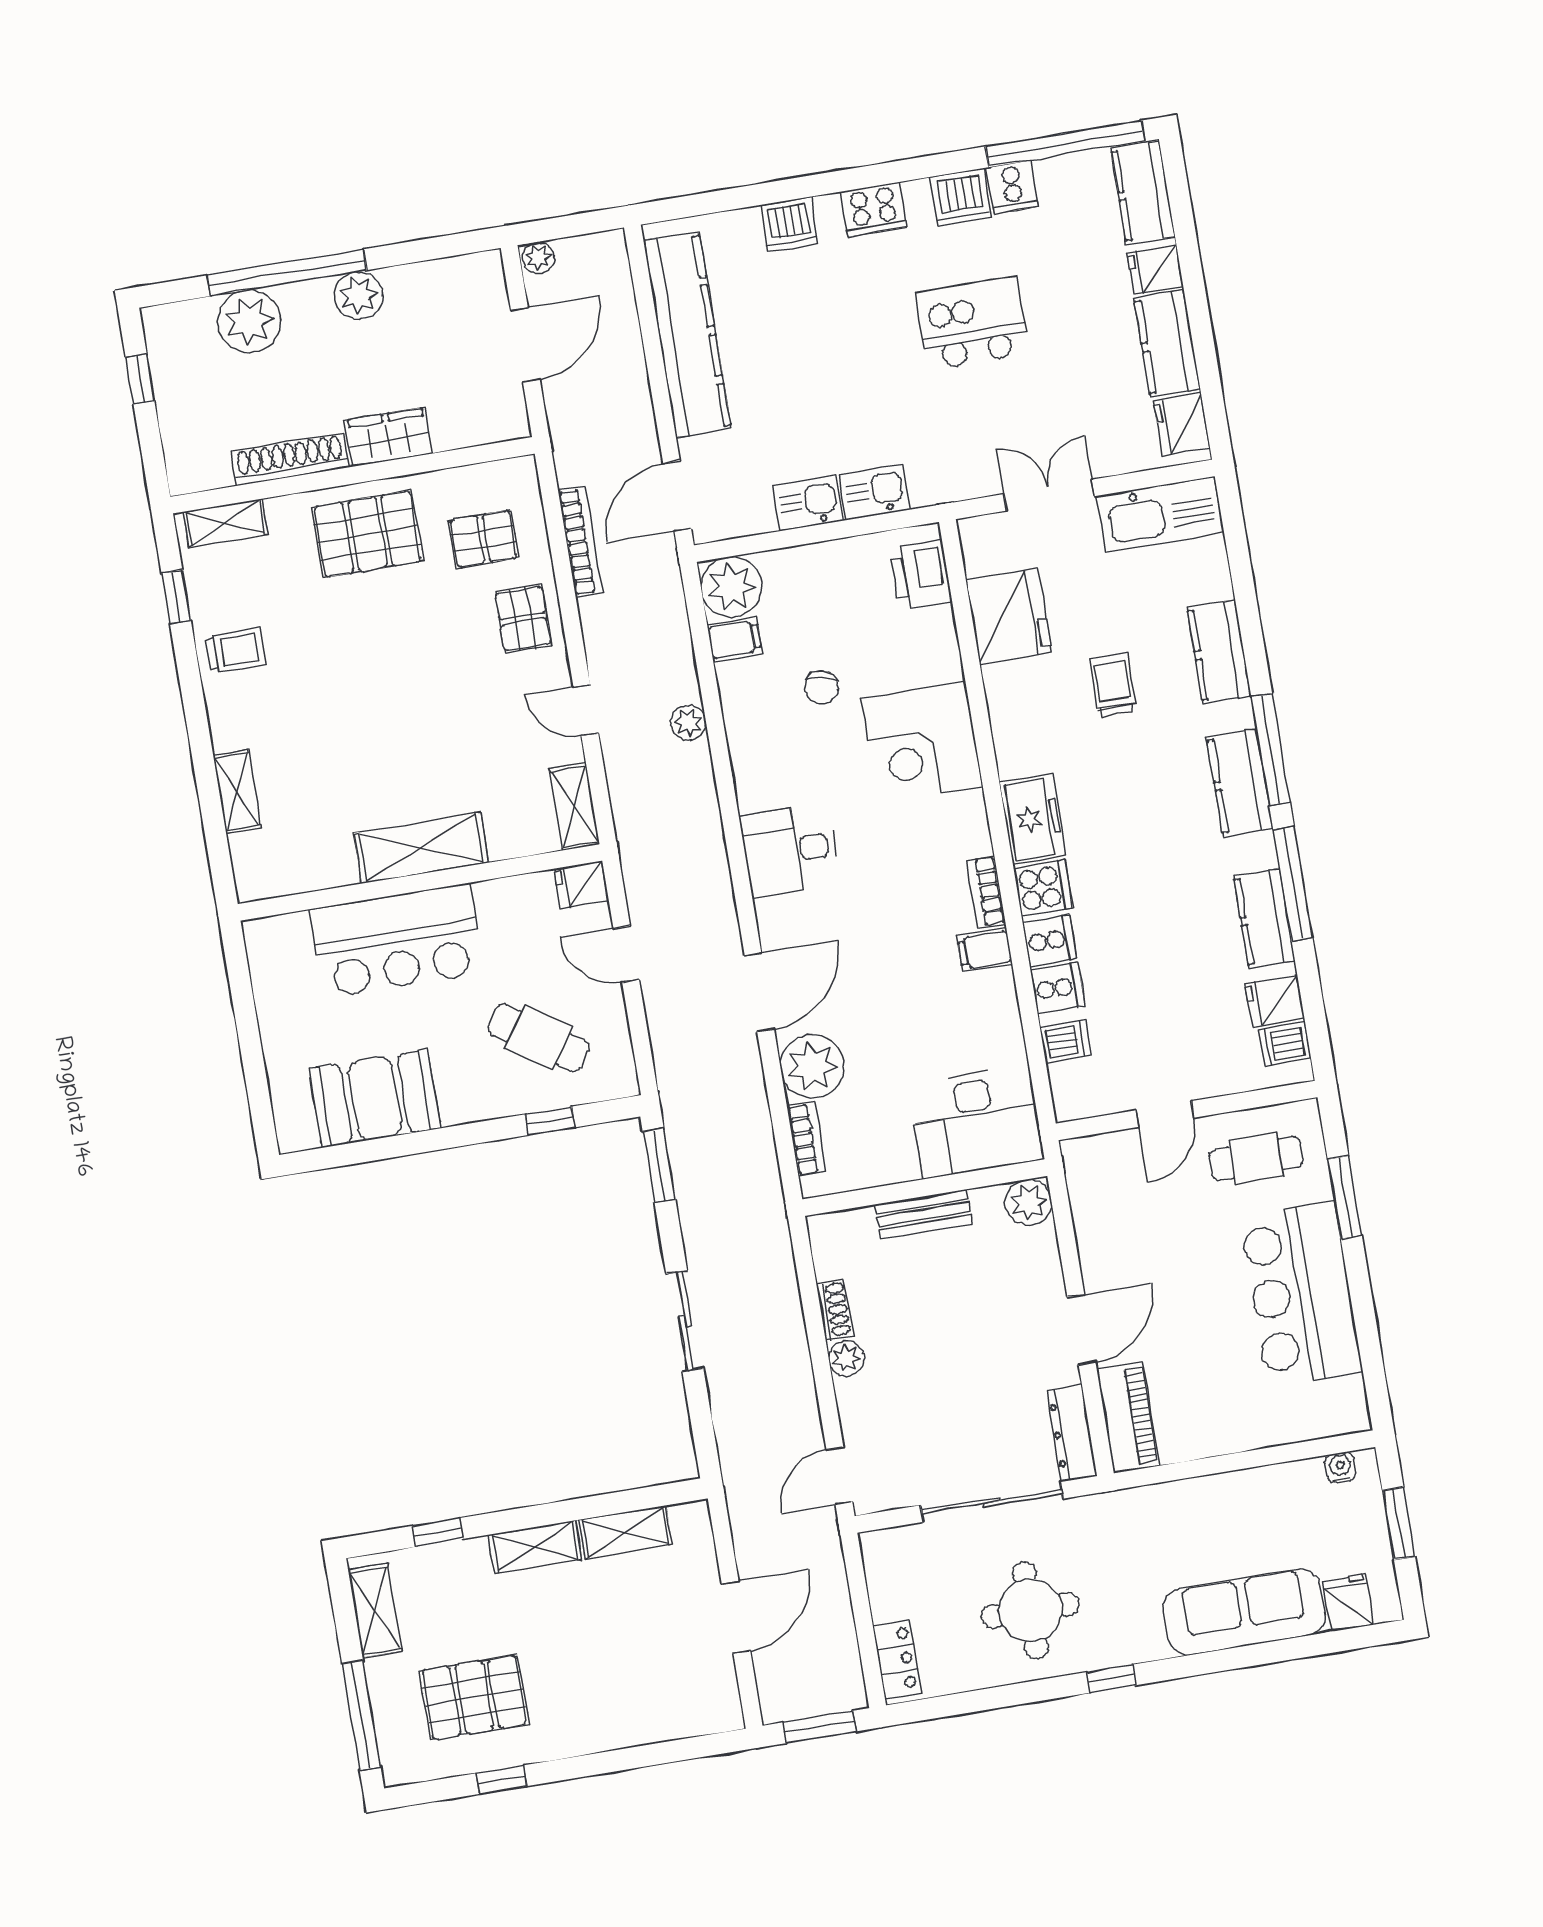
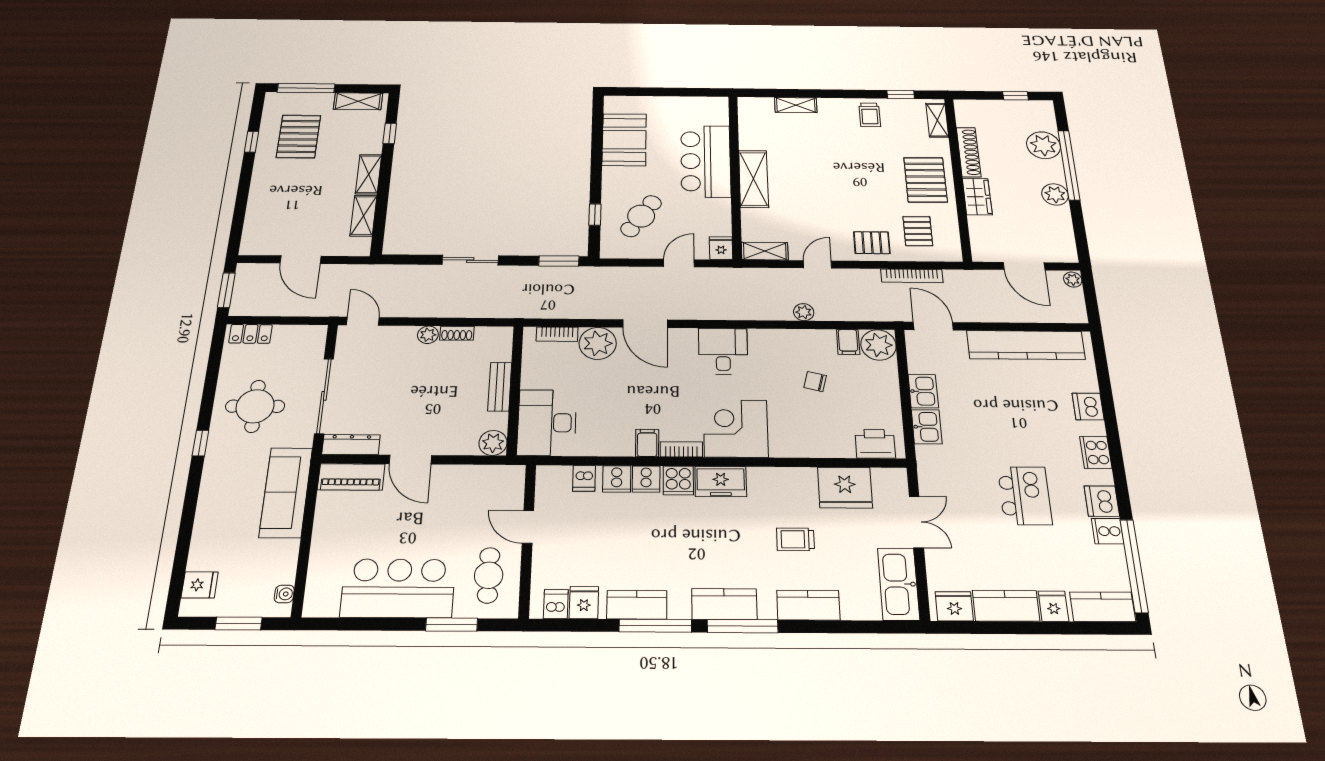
trolley: (1113, 685) -> (795, 539), turned 180
corner desk: (922, 742) -> (736, 428), moved
sofa: (1244, 1612) -> (286, 492), moved, turned 180

